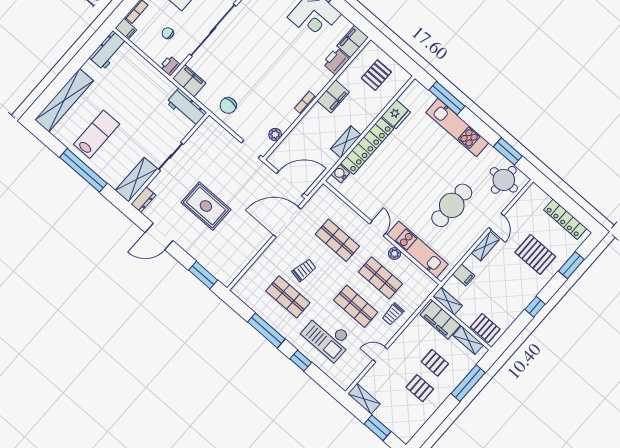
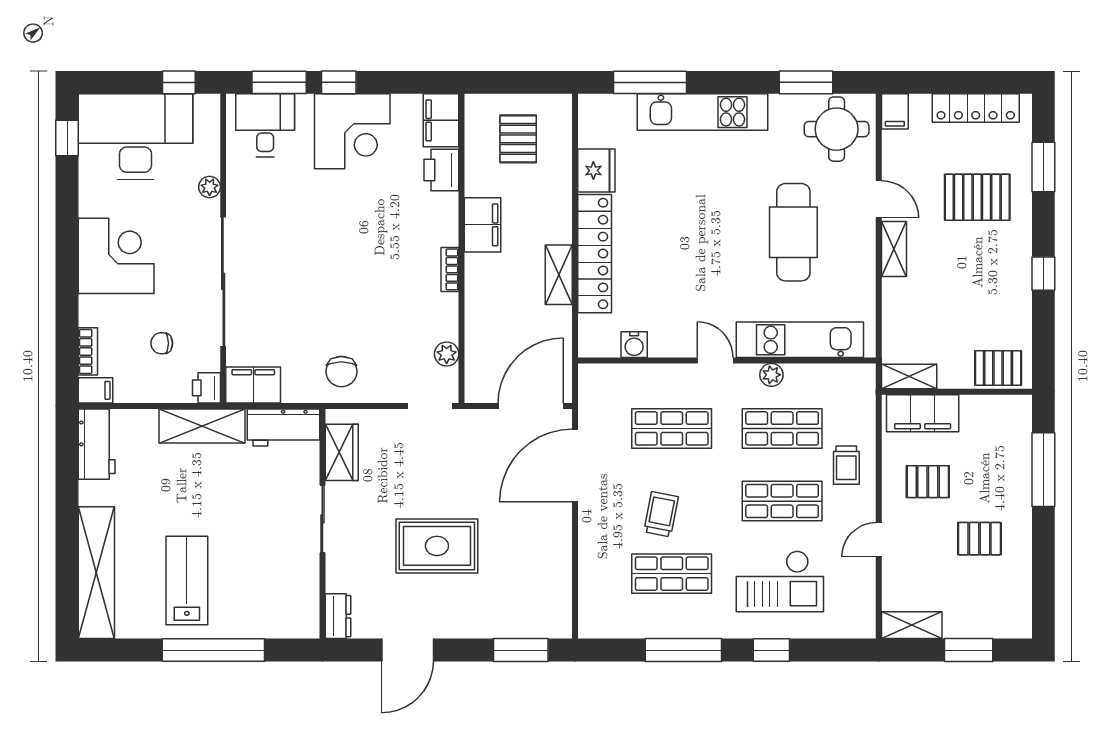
wardrobe: (201, 137) -> (342, 452), added
water cooler: (340, 174) -> (634, 345), moved, turned -90
shelving: (137, 180) -> (202, 426), moved, turned 90
filing cabinet: (464, 275) -> (895, 111), moved, turned 90
shelving: (468, 340) -> (989, 407), removed
pallet: (435, 363) -> (928, 482), moved

